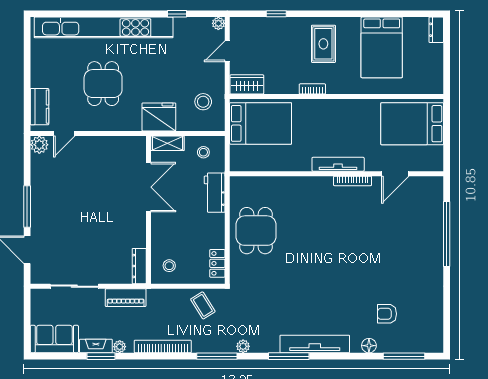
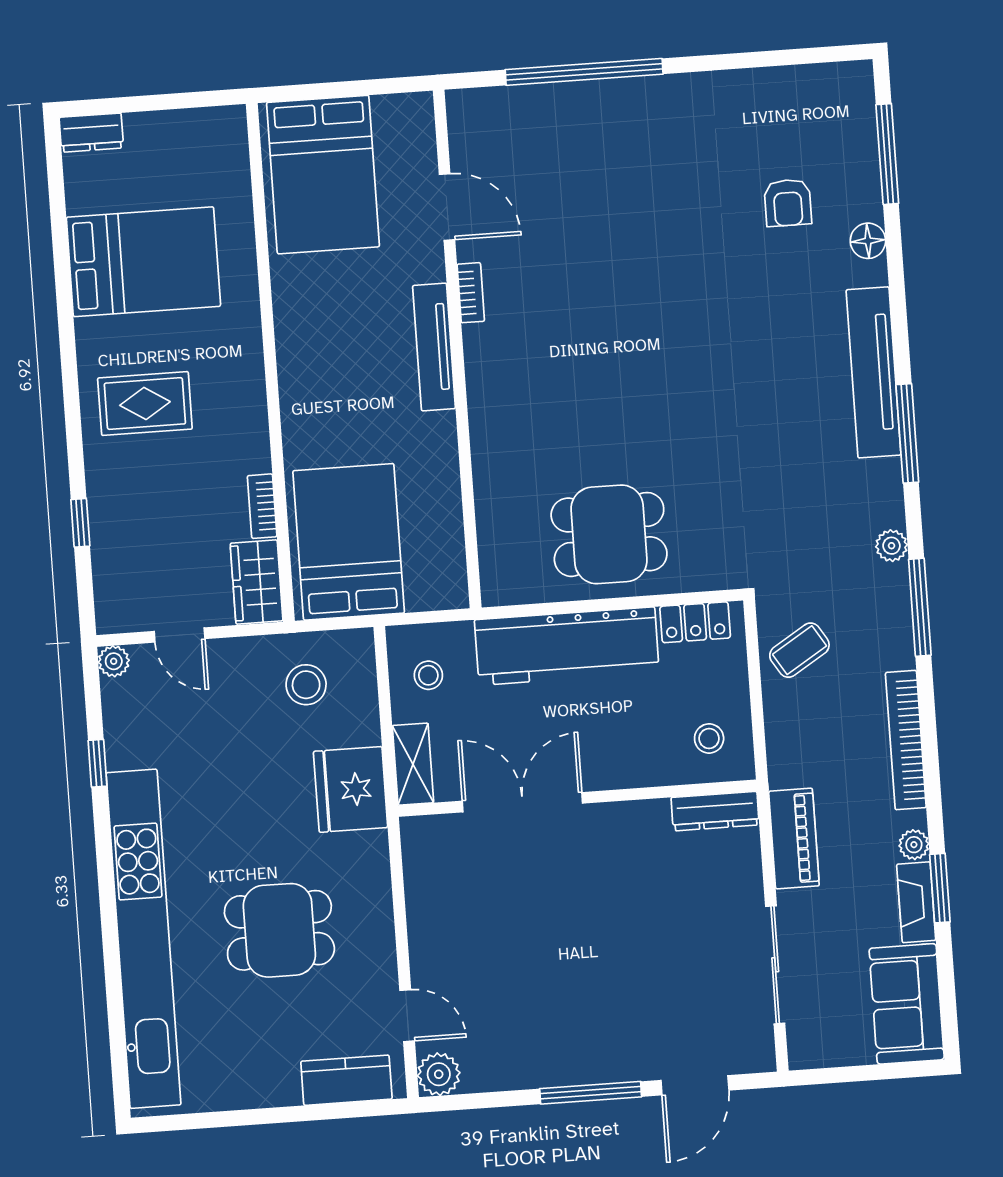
bookcase: (312, 89) -> (262, 506), moved
bookcase: (353, 181) -> (471, 293), width x0.64
workbench: (215, 193) -> (567, 646), width x1.88, depth x1.32

